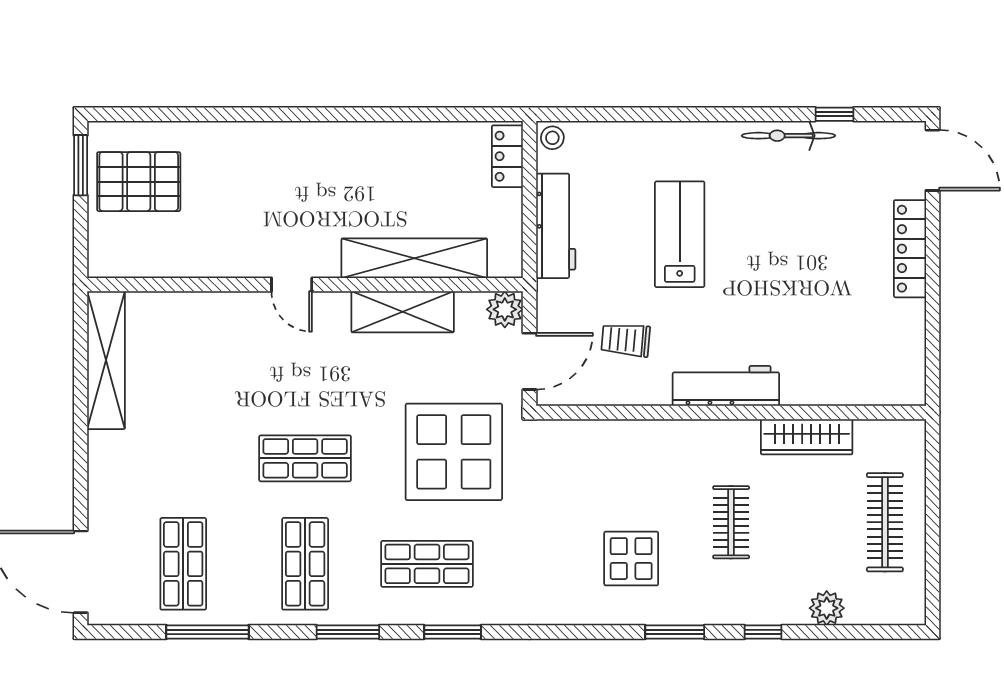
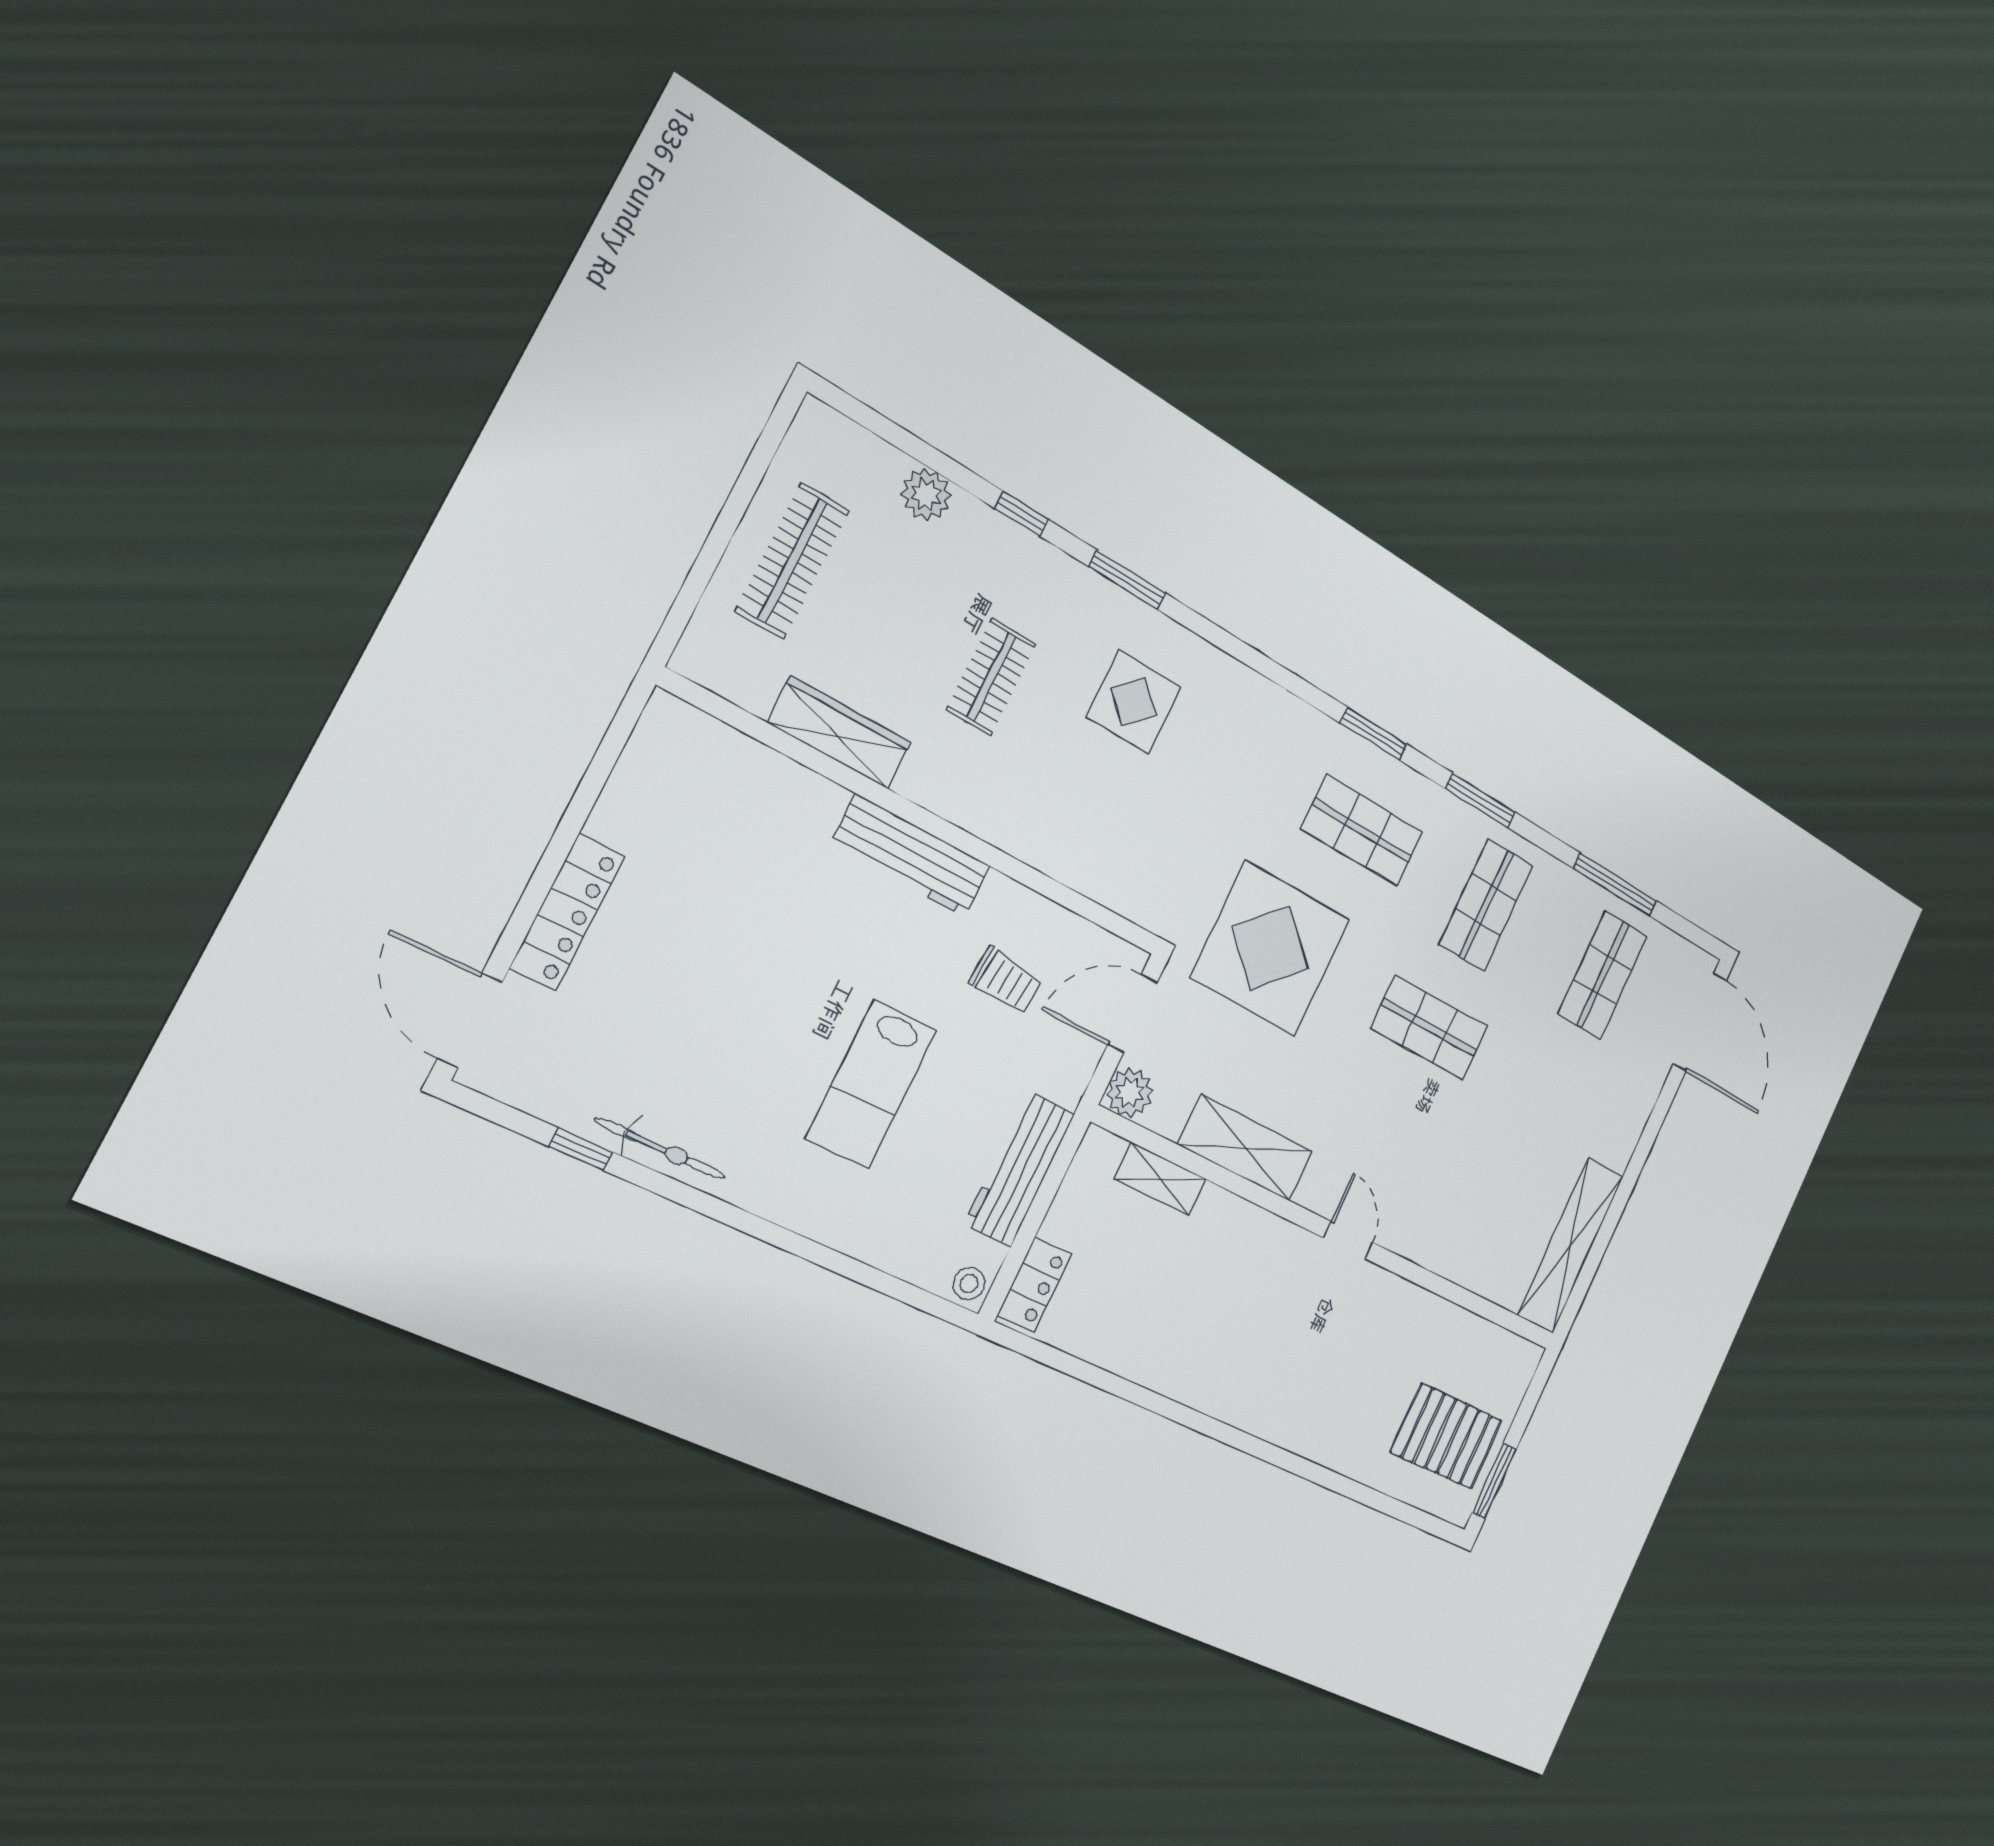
shelving: (414, 258) -> (1160, 1179), width x0.45, depth x0.75

